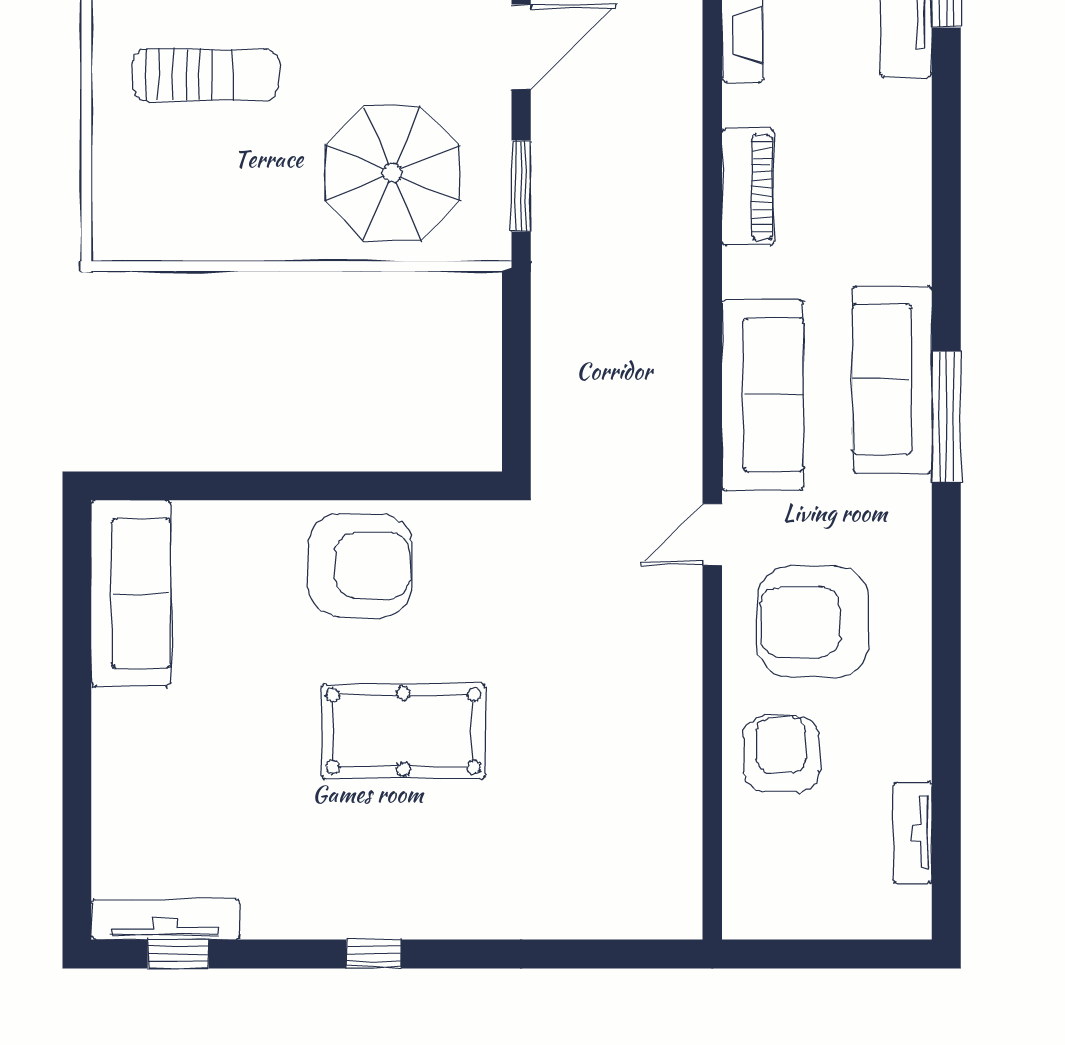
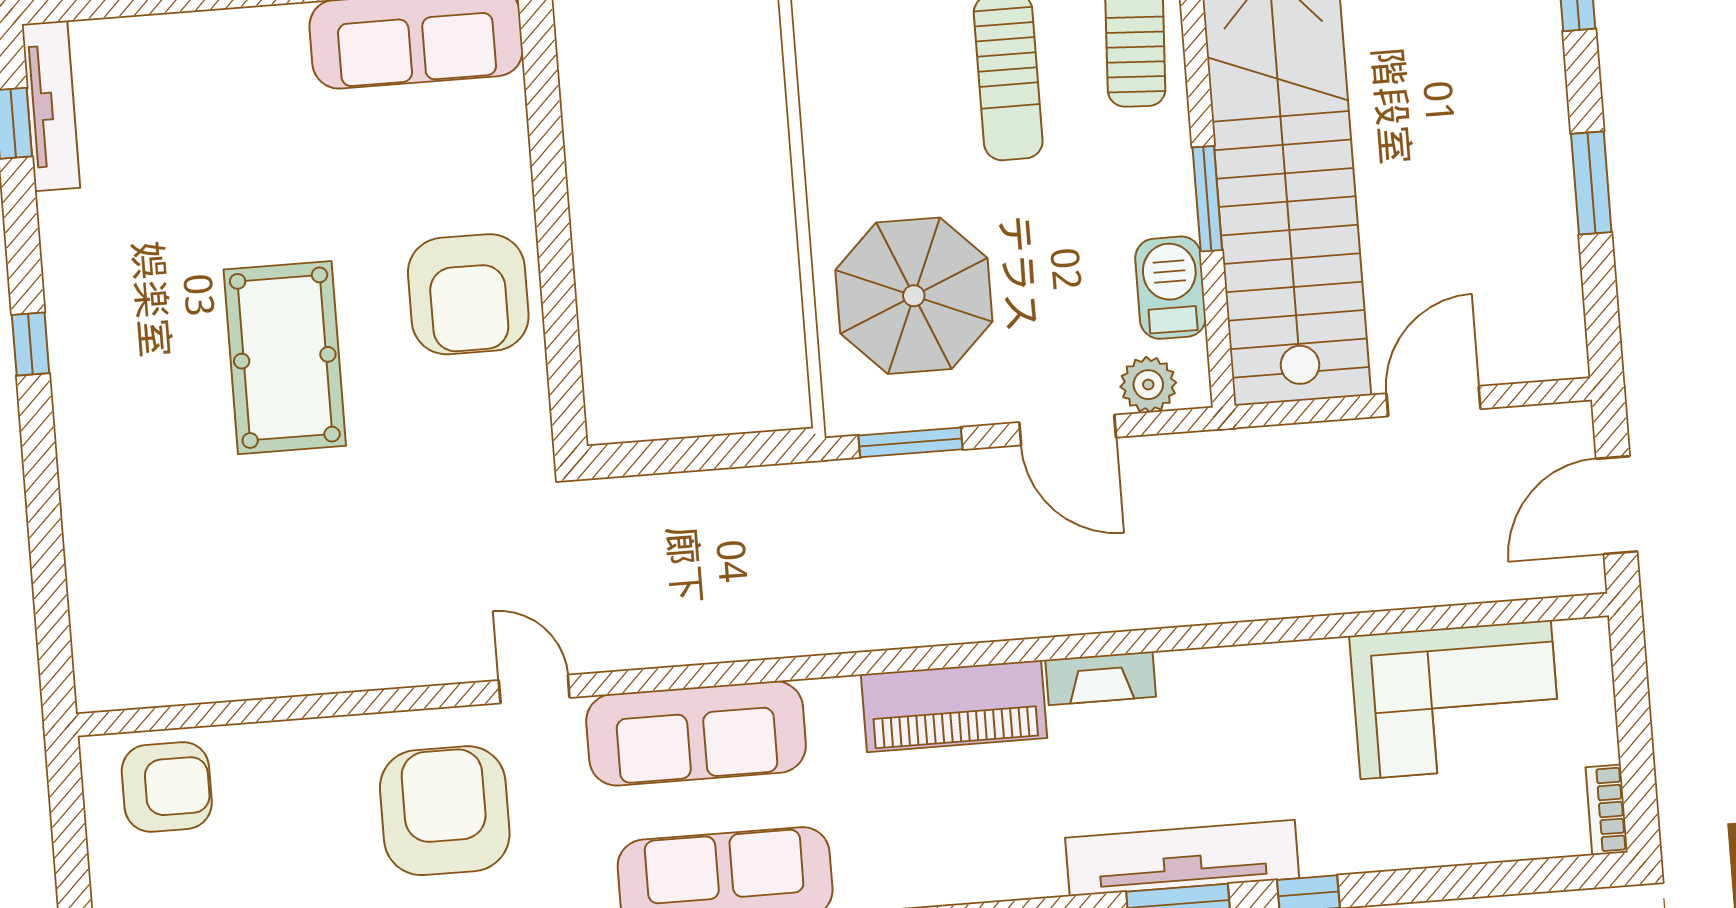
piano: (748, 187) -> (954, 706), width x1.37, depth x1.33
armchair: (781, 754) -> (167, 787), moved

